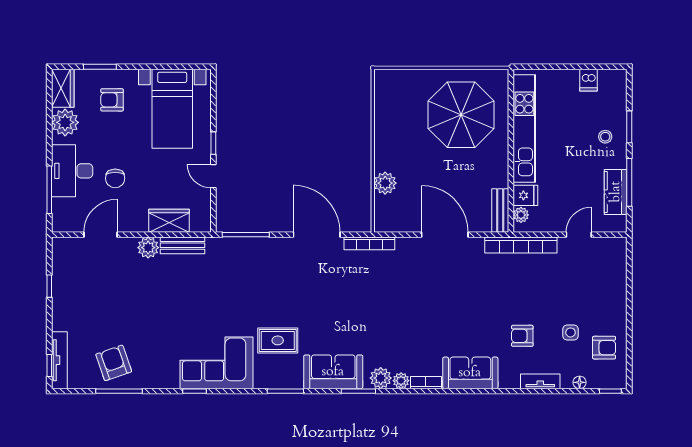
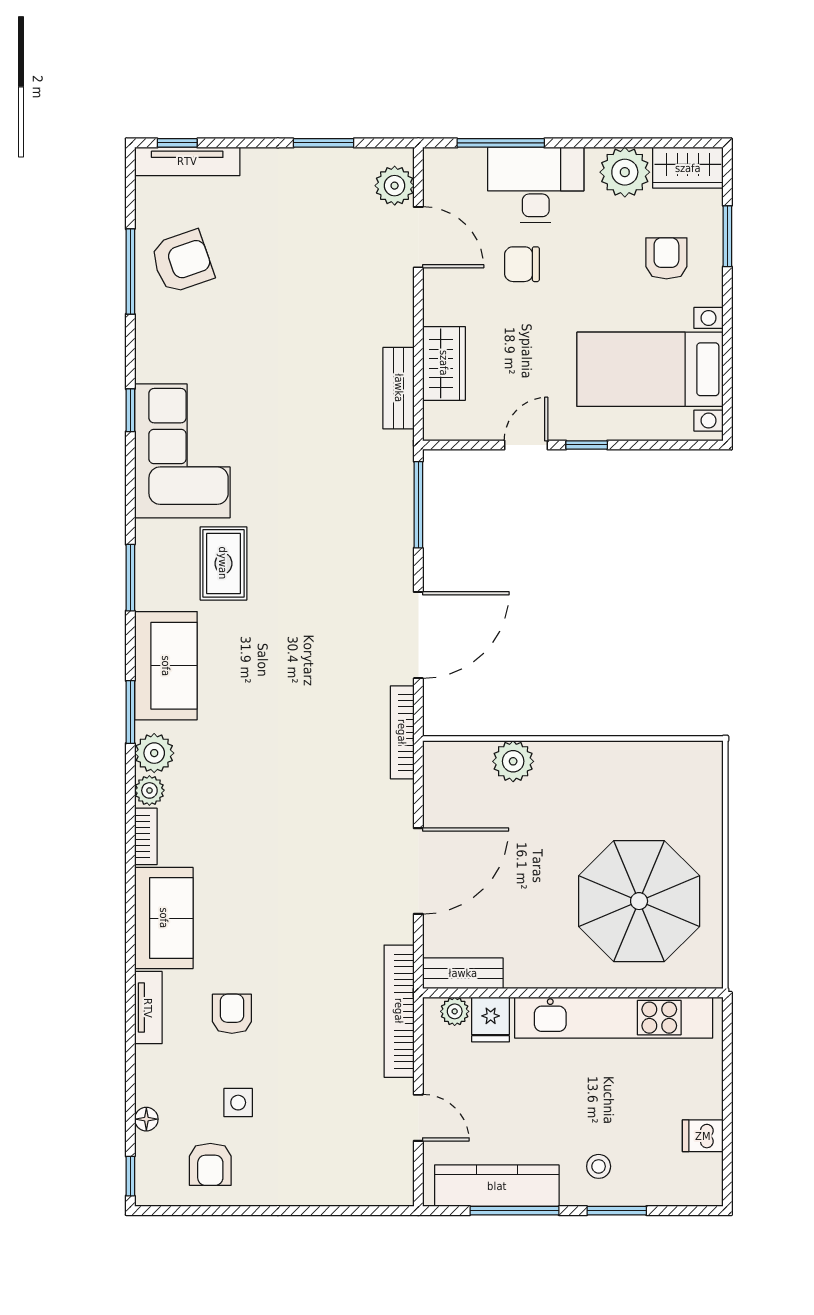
kitchen counter: (616, 192) -> (497, 1186), width x1.50
plant: (148, 248) -> (395, 186), moved
window: (49, 286) -> (324, 143), width x1.50
tv unit: (540, 381) -> (148, 1008), moved

